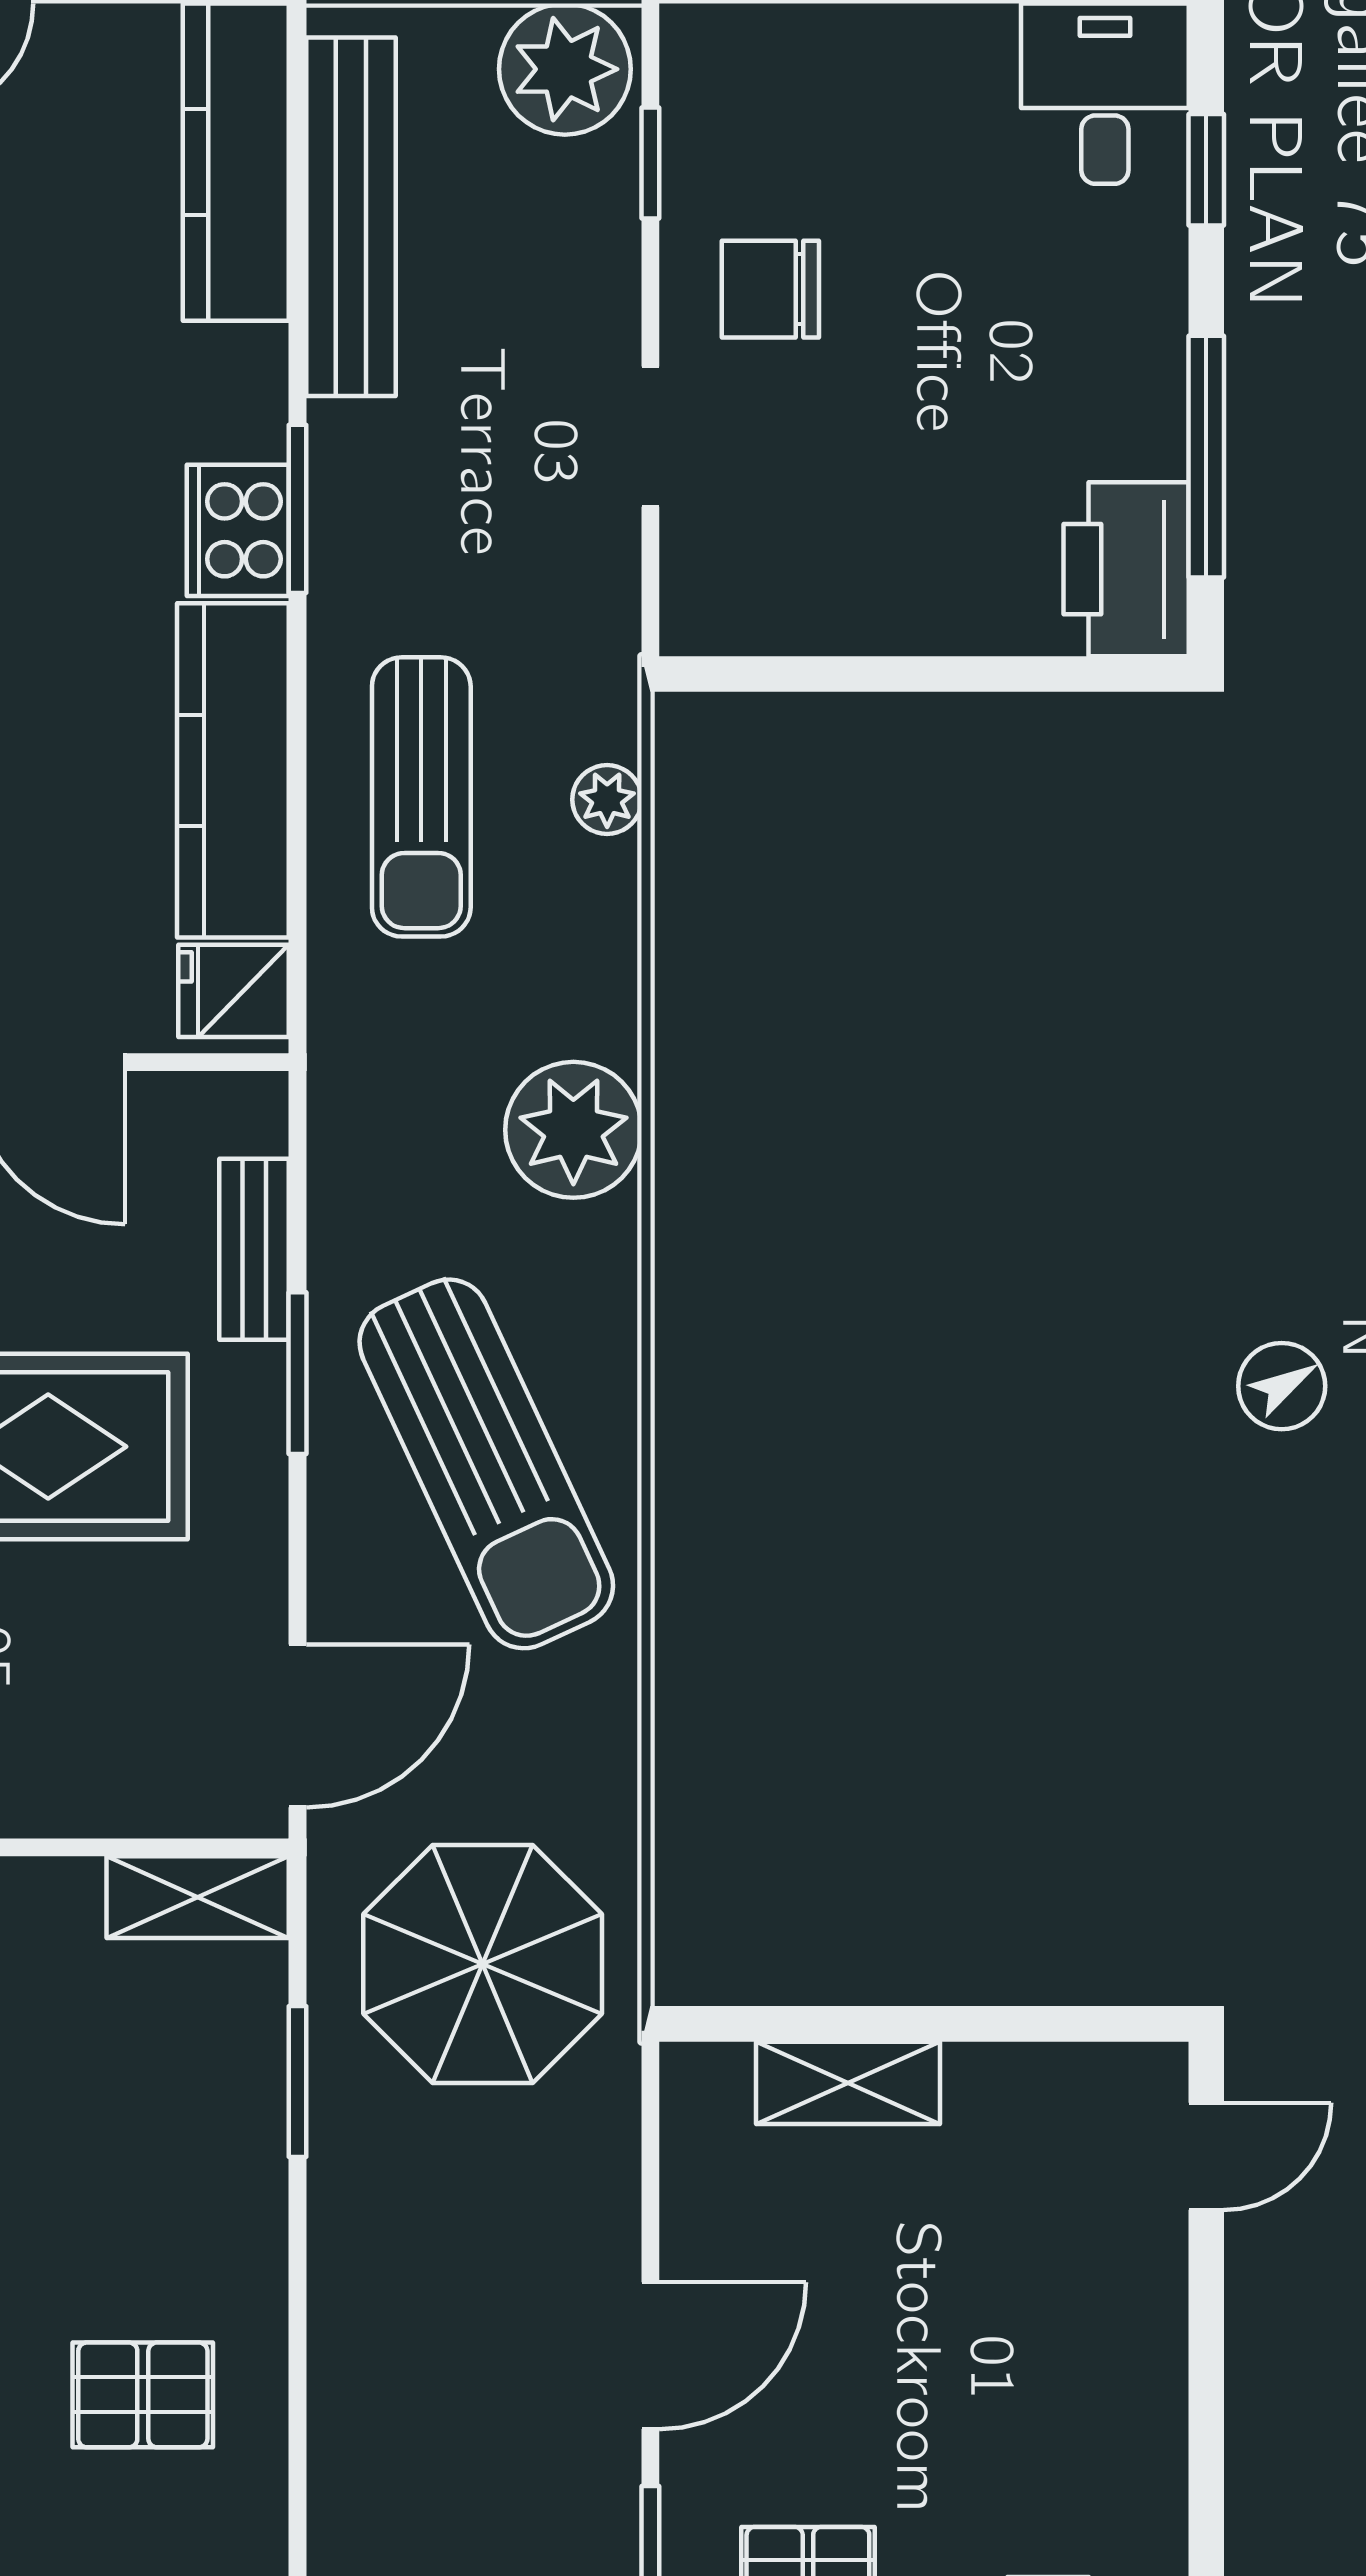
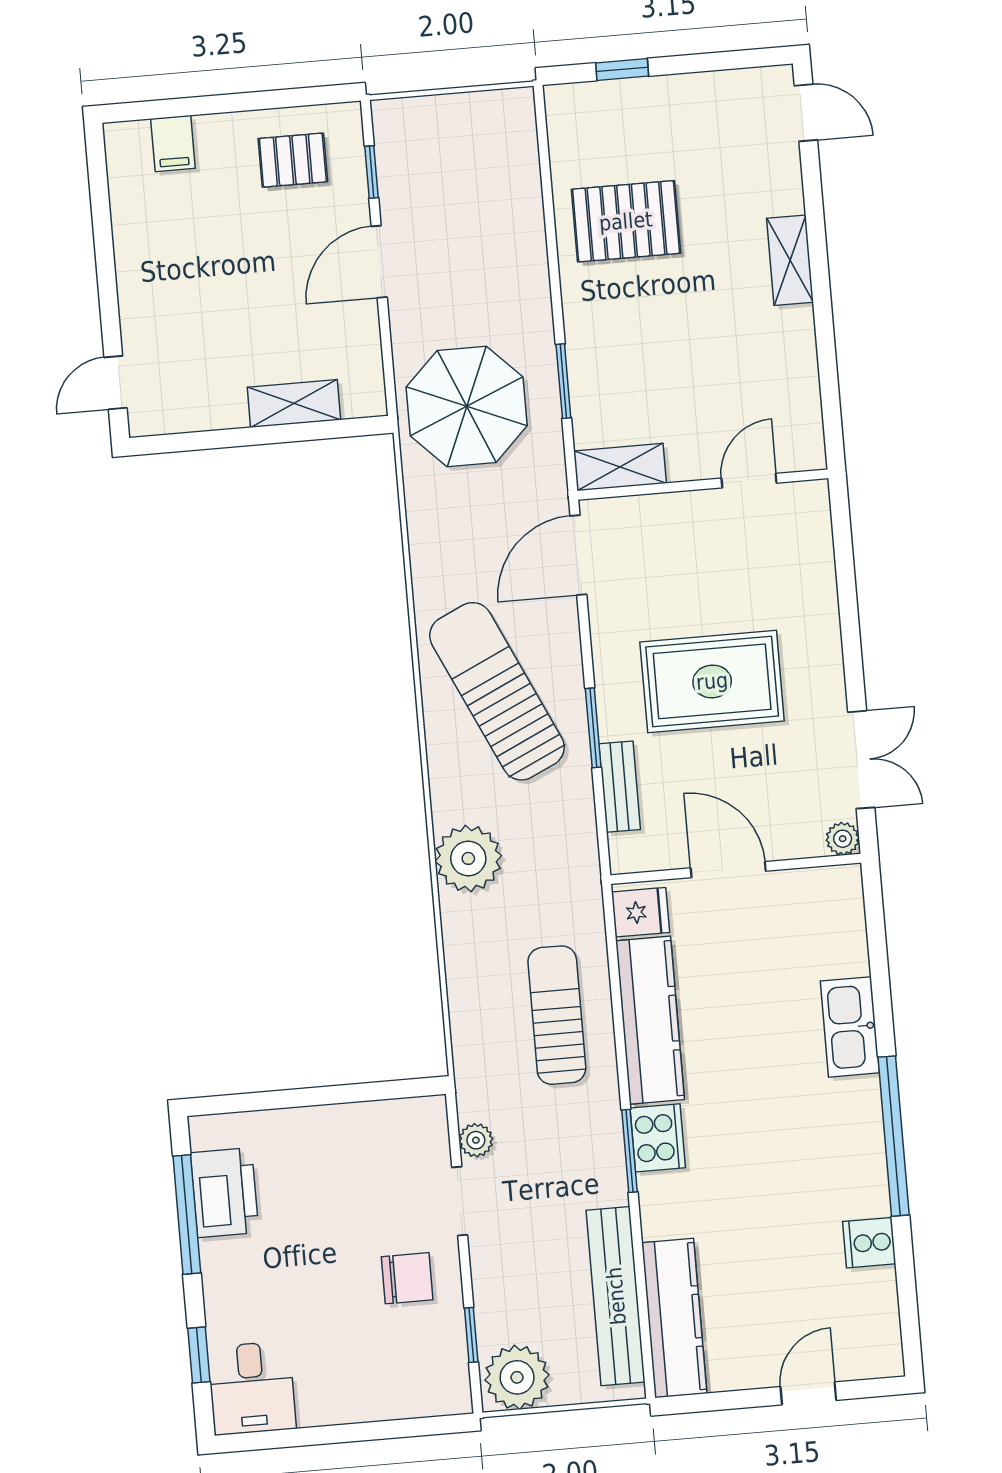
printer: (1126, 569) -> (224, 1193), moved
plant: (607, 800) -> (476, 1140), moved
parasol: (483, 1964) -> (467, 406), moved
pallet: (143, 2395) -> (626, 221), width x1.50, depth x1.42

